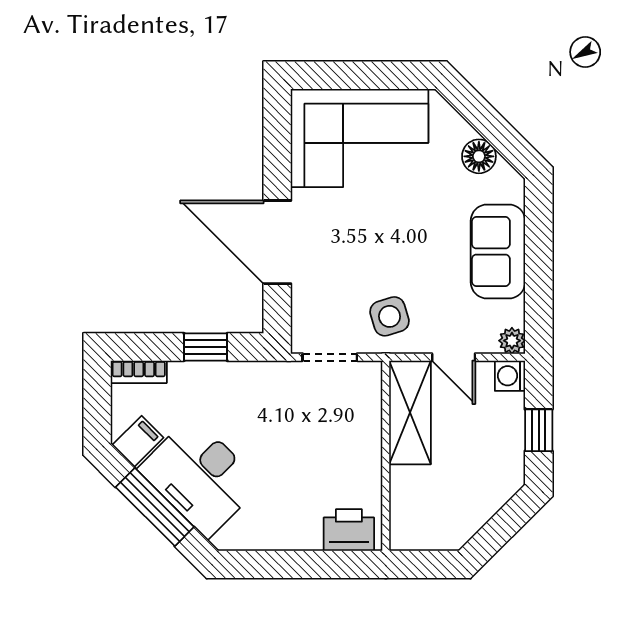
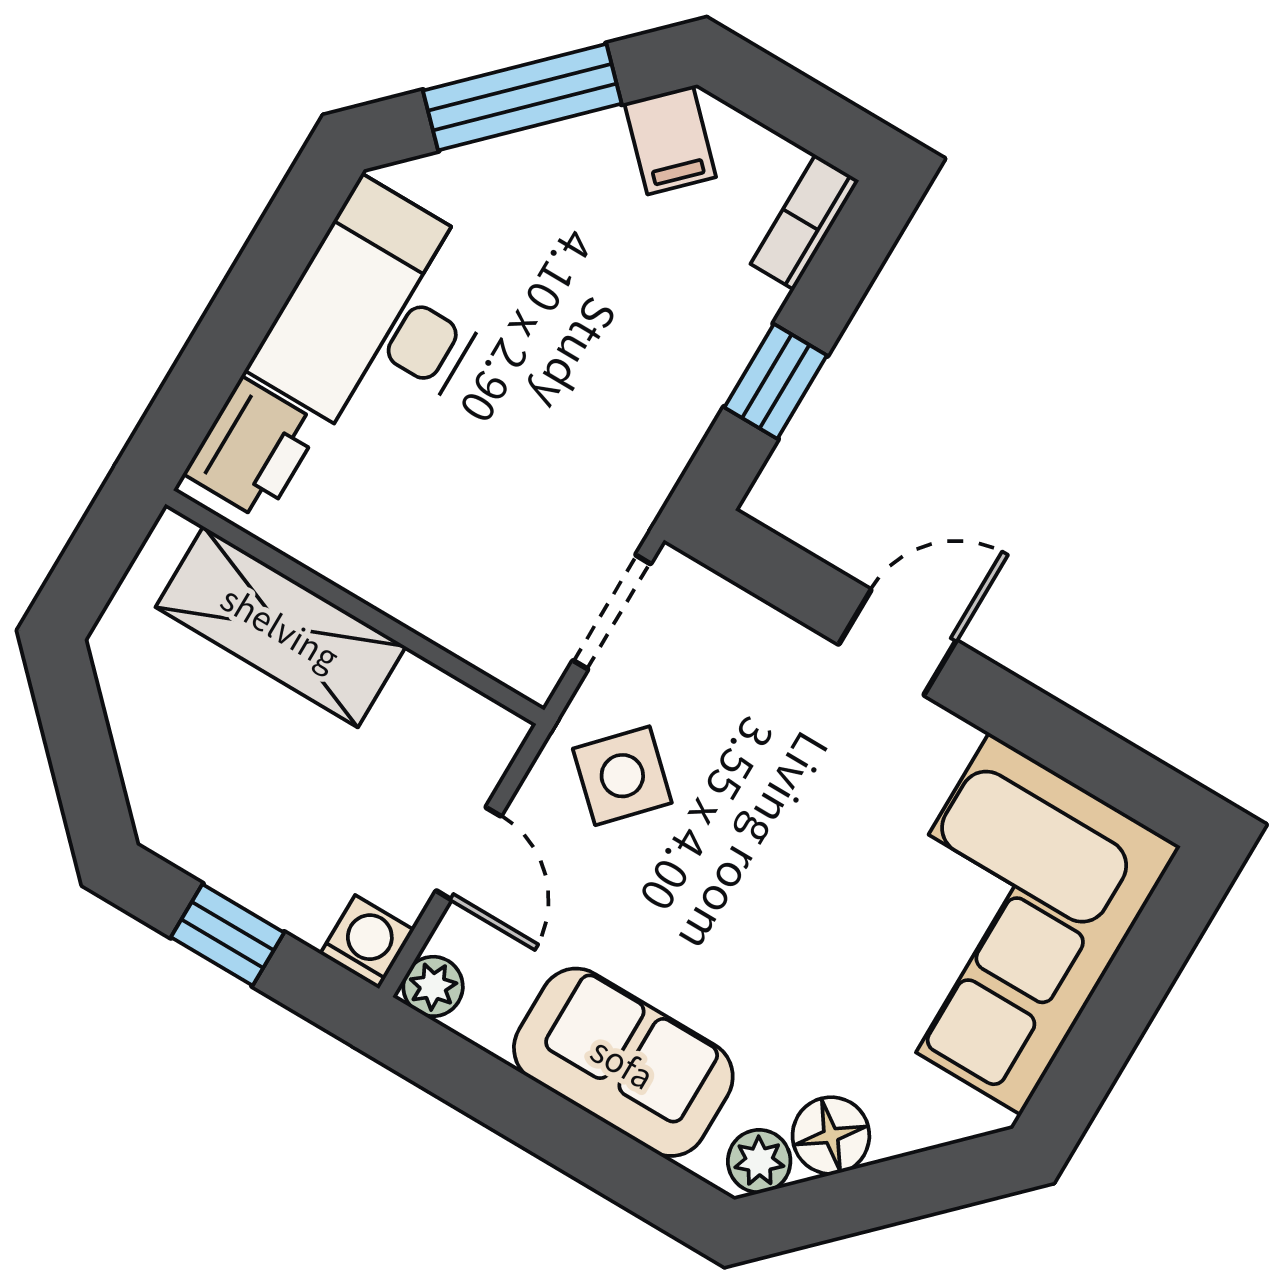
plant: (505, 178) -> (759, 1161), added
door: (277, 242) -> (897, 642), width x0.53
side table: (390, 316) -> (622, 776), turned -30
door: (454, 357) -> (468, 853), swing flipped
shelving: (410, 413) -> (281, 627), moved
desk: (200, 477) -> (380, 318), moved, turned -45

